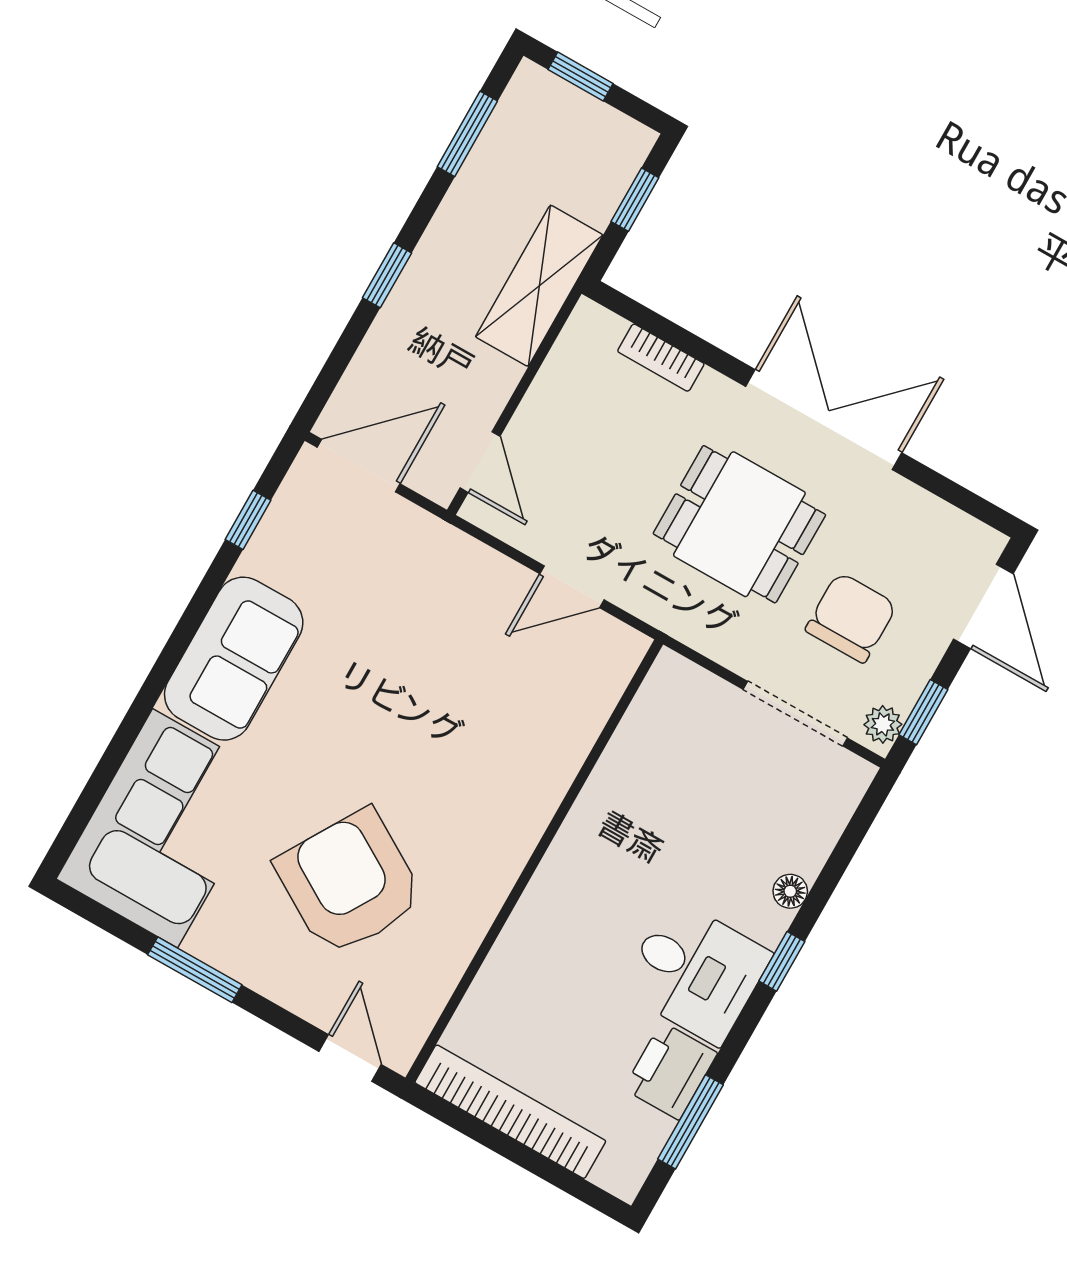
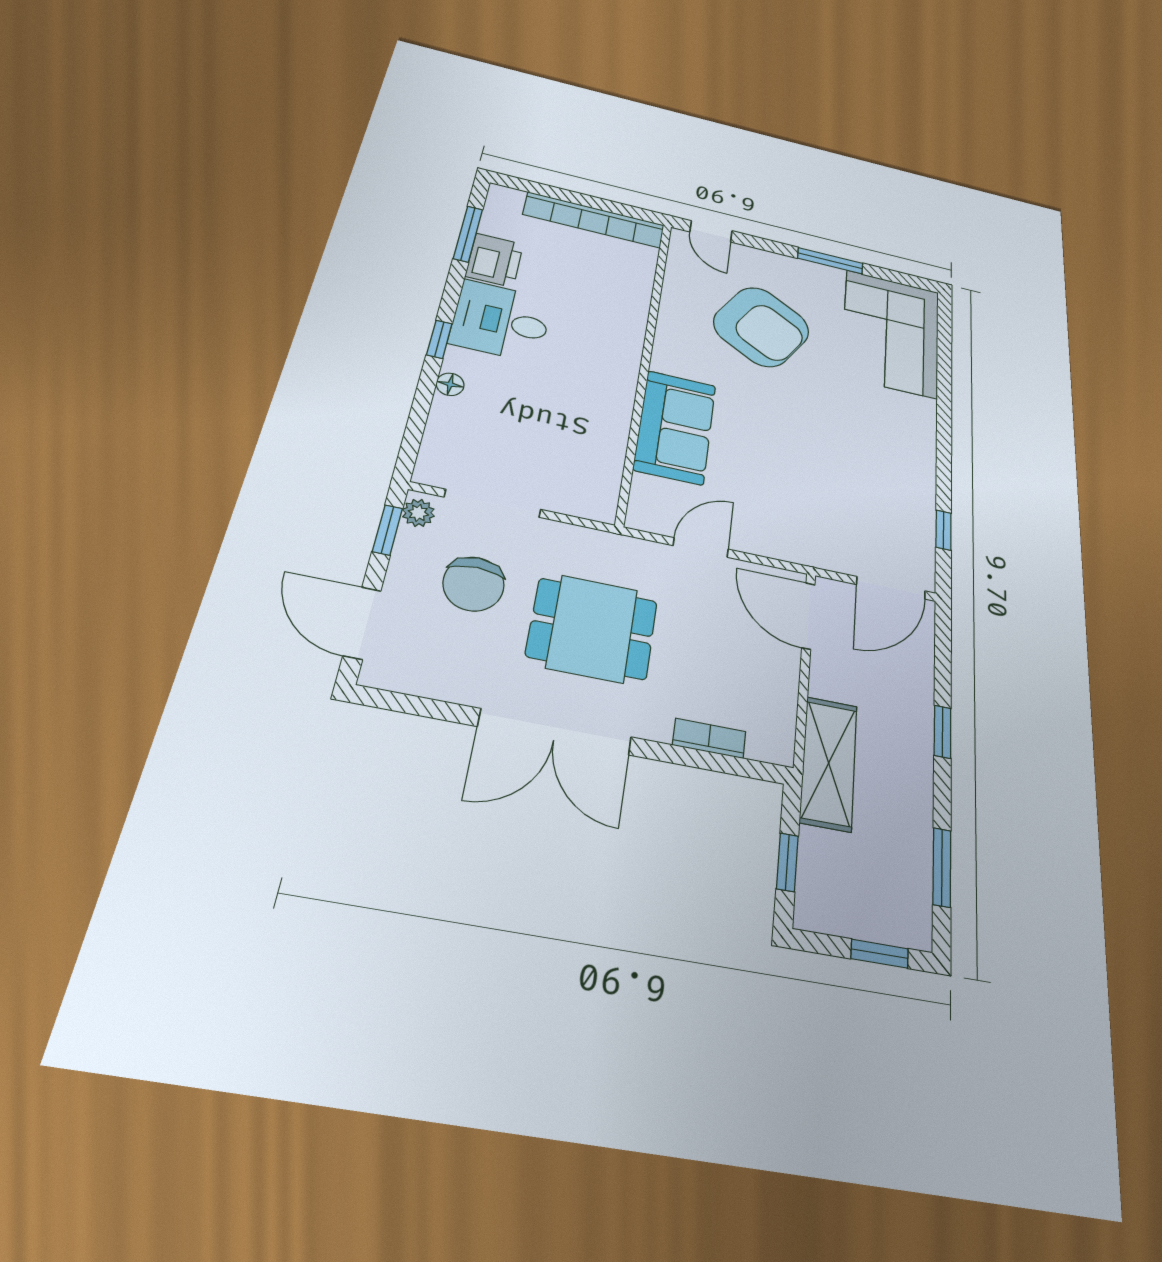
door: (480, 462) -> (808, 616), width x1.38
sofa: (234, 659) -> (675, 427), moved, turned 180

